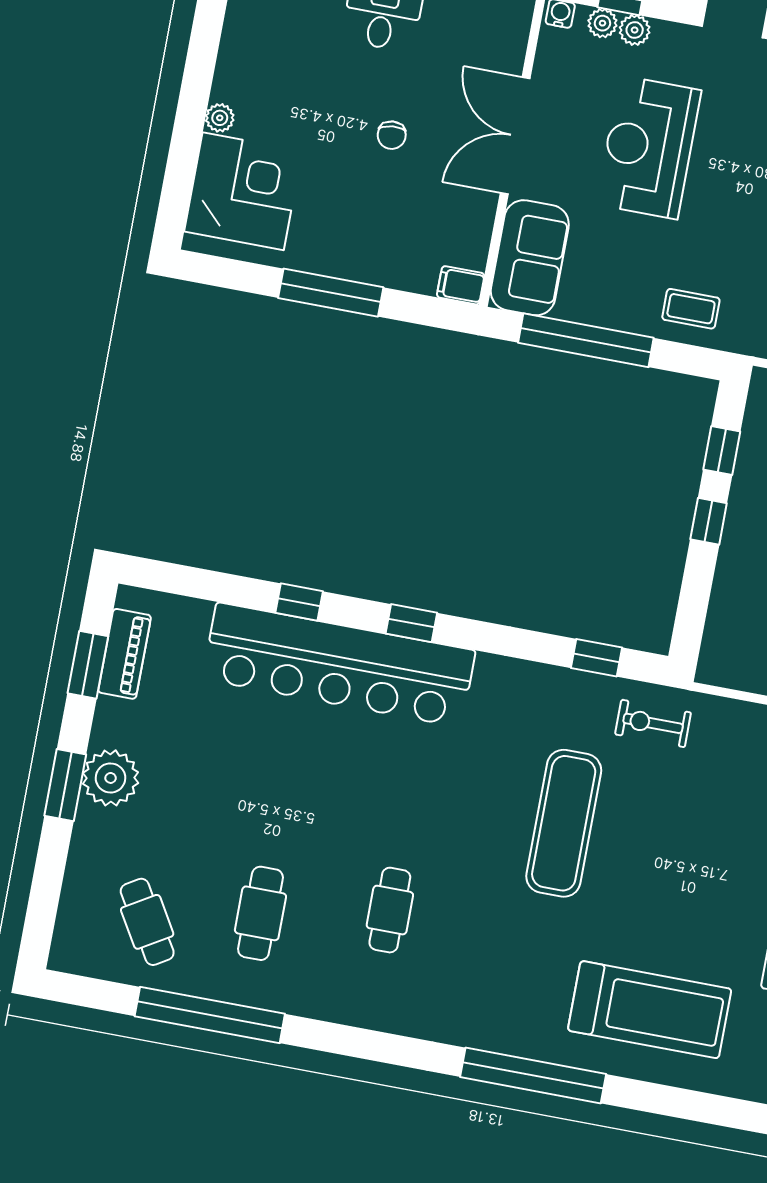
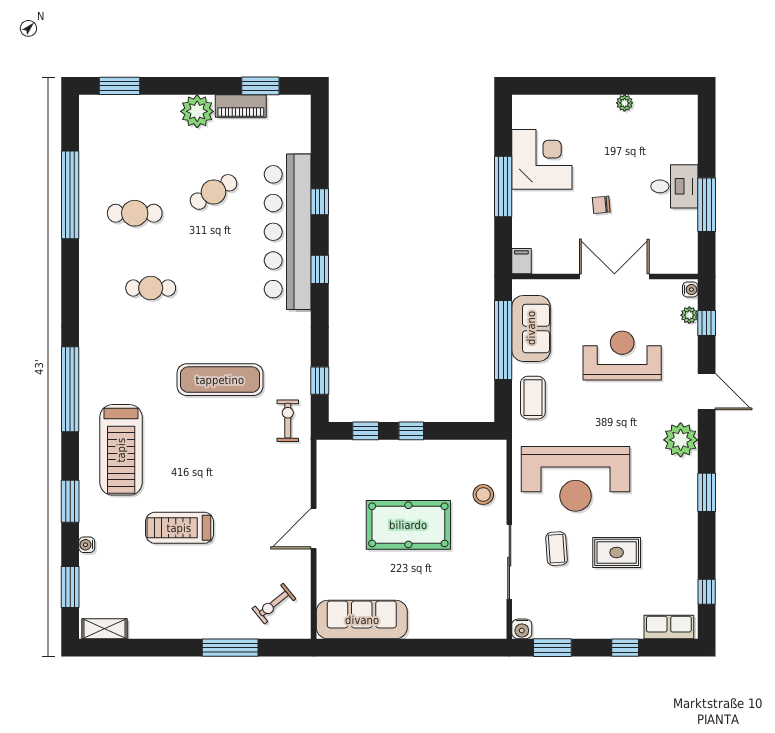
plant: (635, 30) -> (689, 335), removed
plant: (220, 118) -> (625, 103), moved
corner desk: (243, 191) -> (542, 159), moved, turned -90
sofa: (530, 258) -> (531, 328), moved, turned -90
coffee table: (691, 309) -> (533, 398), width x1.36, depth x1.30
window: (722, 450) -> (366, 431), moved
piano: (125, 654) -> (241, 106), moved
window: (65, 785) -> (120, 86), moved
cafe table: (147, 922) -> (214, 192), moved
window: (719, 1110) -> (70, 501), added

